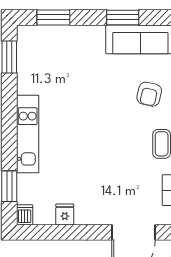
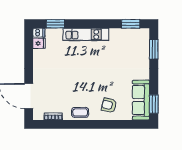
window: (123, 17) -> (154, 104), moved
fridge: (65, 214) -> (39, 43), moved

